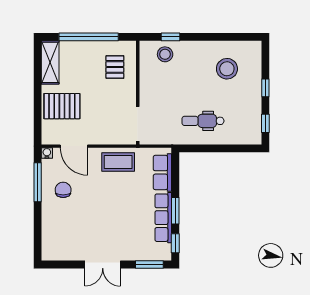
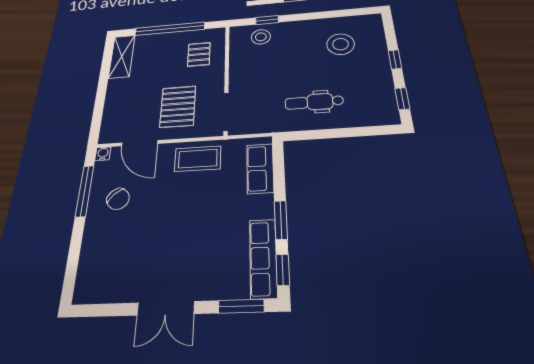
pallet: (62, 106) -> (178, 107), moved, turned 90
chair: (63, 190) -> (118, 199), turned 138
row of seats: (163, 218) -> (263, 258), moved

